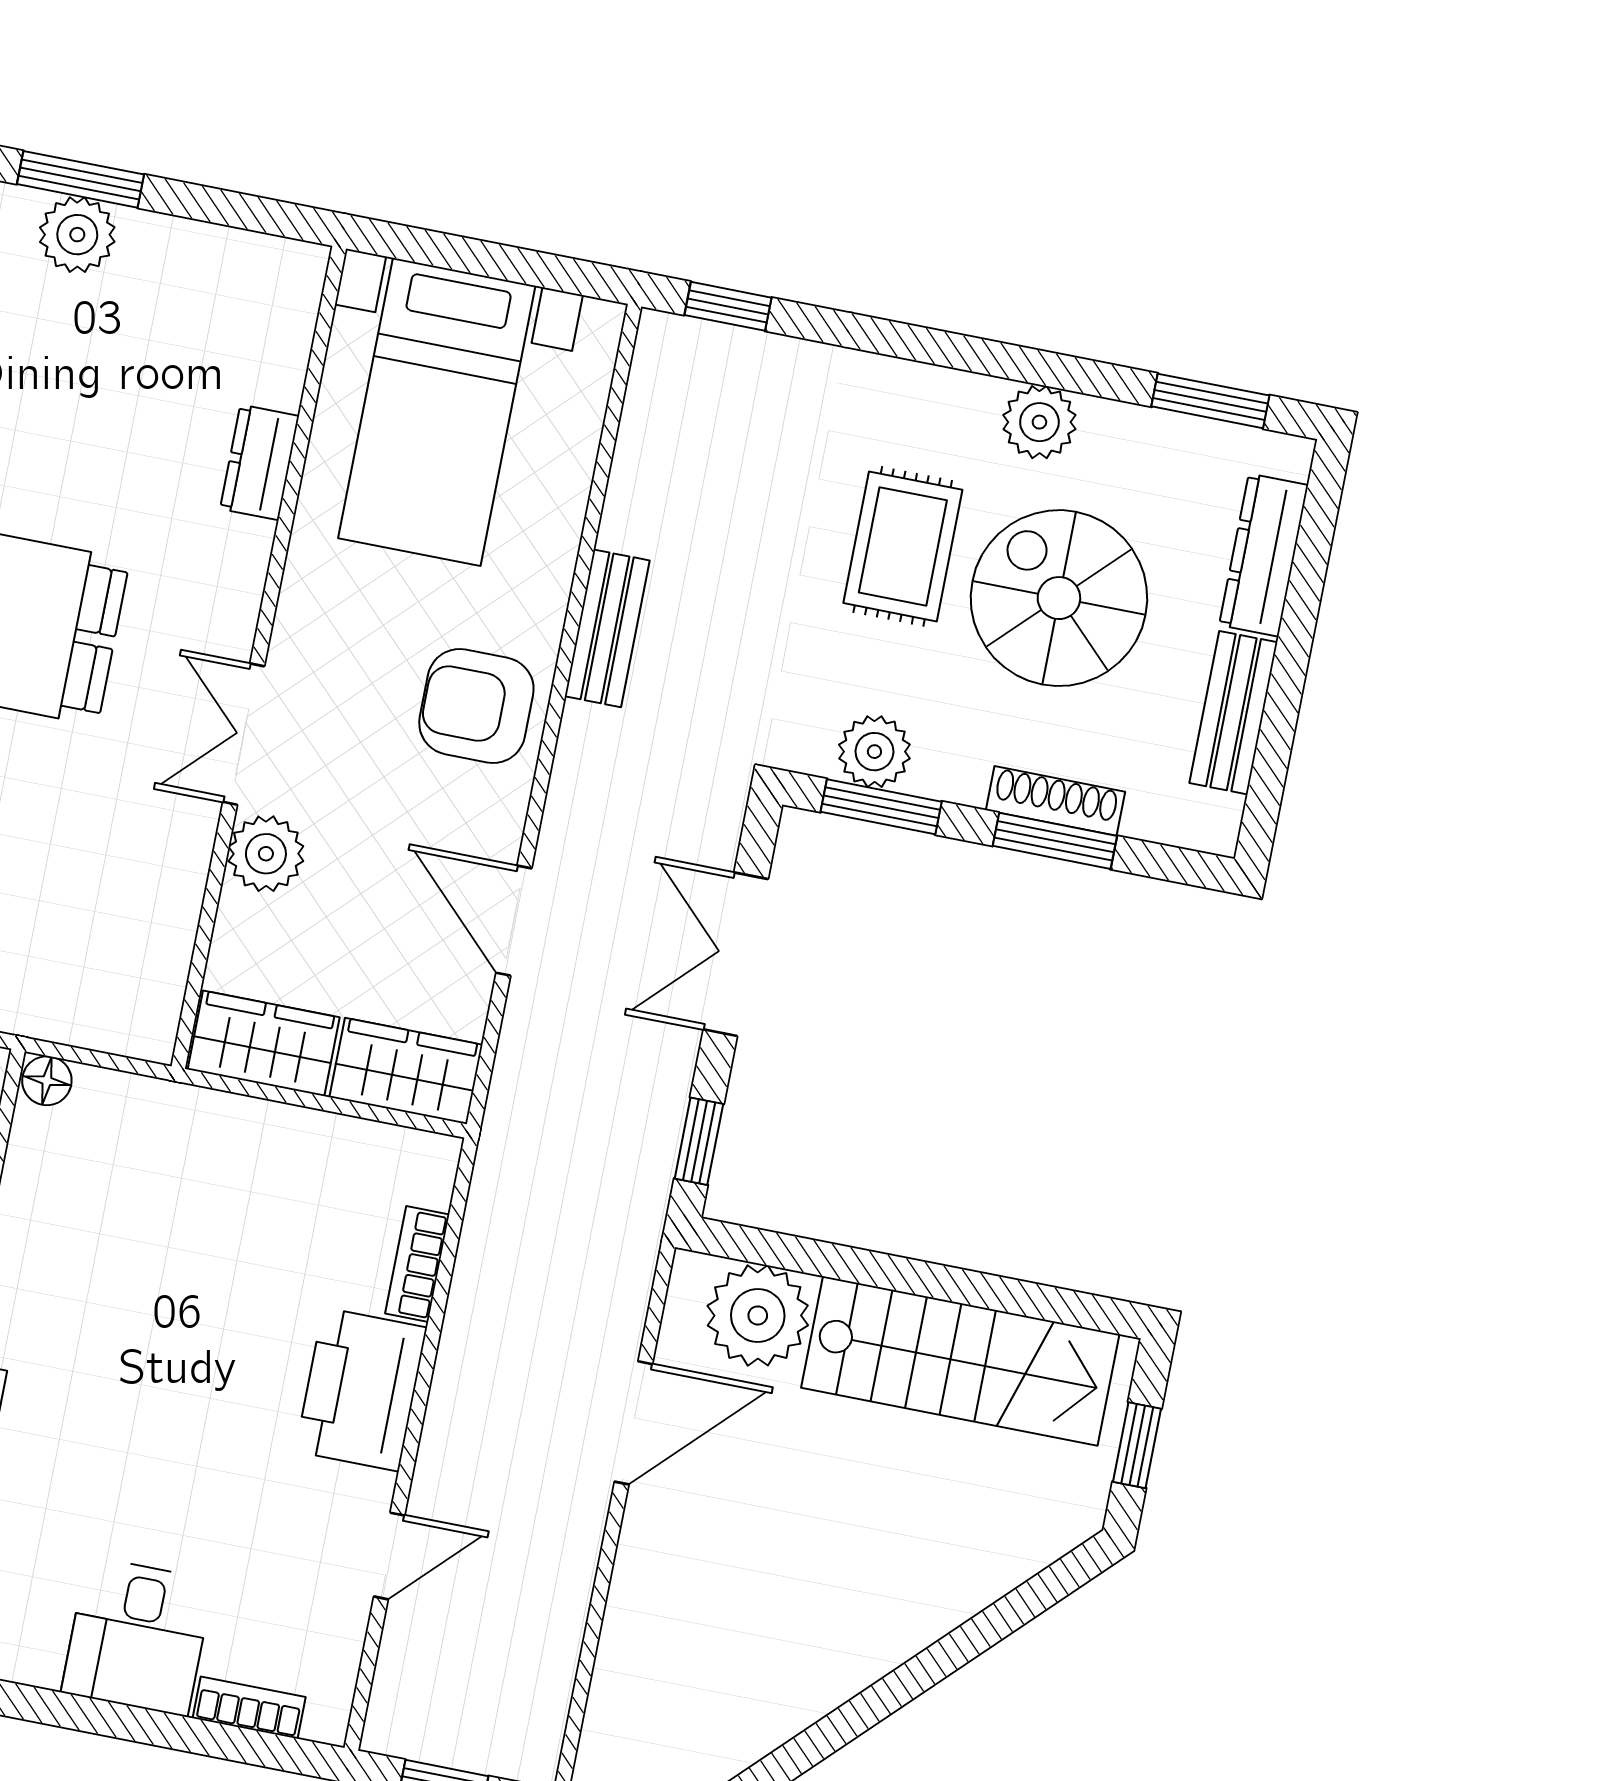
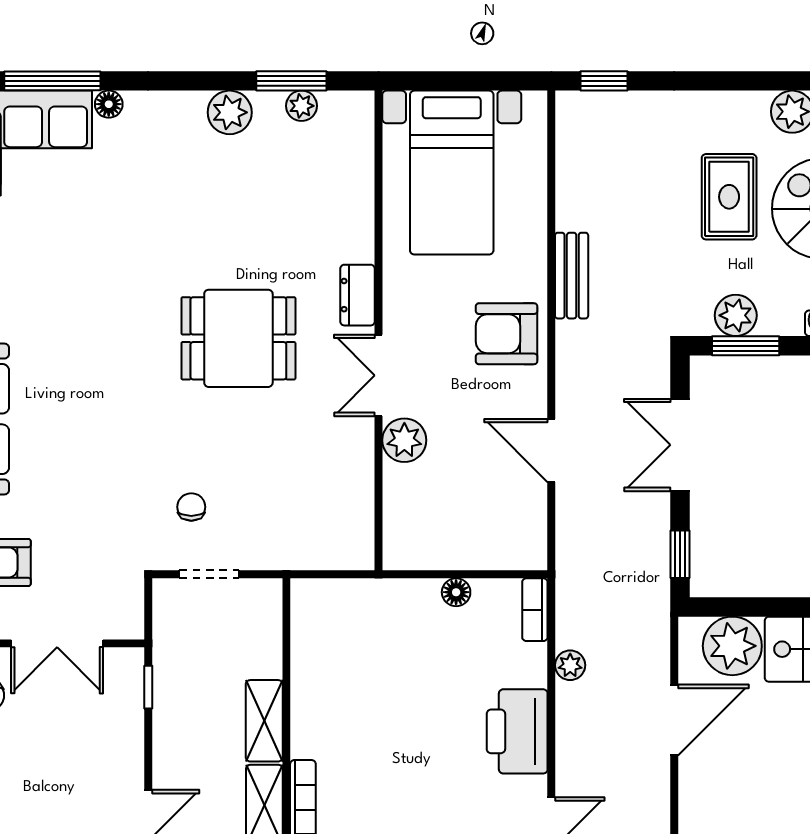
window: (80, 179) -> (291, 81), moved
plant: (202, 247) -> (301, 106), added
dresser: (260, 462) -> (358, 295), moved
wardrobe: (264, 1043) -> (424, 547), removed
wardrobe: (406, 1071) -> (507, 547), removed
floor lamp: (47, 1081) -> (456, 592), moved
bookcase: (417, 1264) -> (535, 610), moved
plant: (474, 1294) -> (570, 665), added

